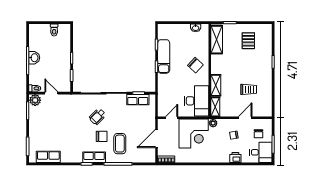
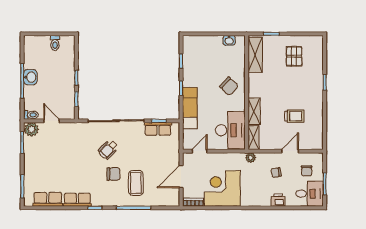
exam couch: (164, 56) -> (190, 108), moved
corner desk: (194, 134) -> (222, 188), moved, turned 180
row of seats: (94, 157) -> (77, 200), moved

